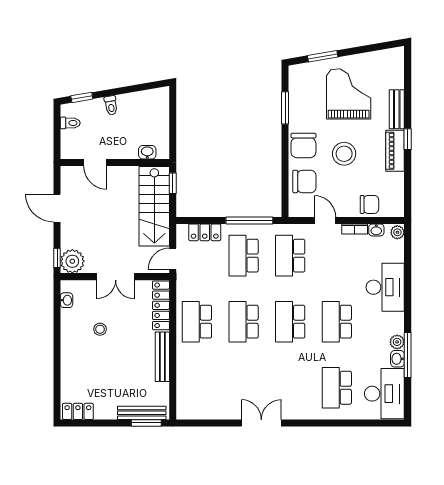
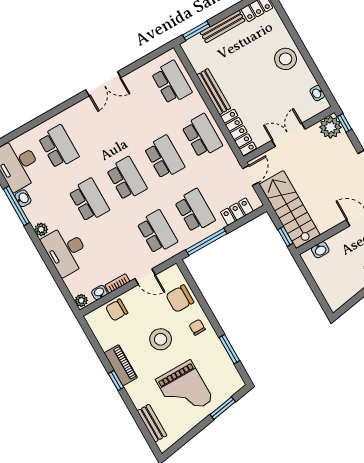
bench: (397, 109) -> (152, 423), moved
chair: (303, 145) -> (197, 327), width x0.54, depth x0.54
stool: (100, 329) -> (286, 59), moved, width x1.89, depth x1.89
plant: (397, 342) -> (41, 229), moved
school desk: (197, 388) -> (172, 82), added
bench: (142, 413) -> (223, 27), moved

